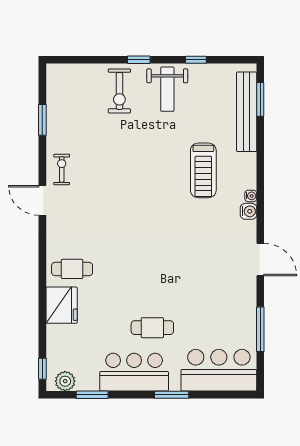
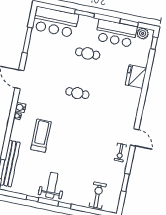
exercise bike: (119, 91) -> (98, 195), moved
cafe table: (72, 269) -> (77, 93), moved
bar counter: (134, 372) -> (116, 33), moved

